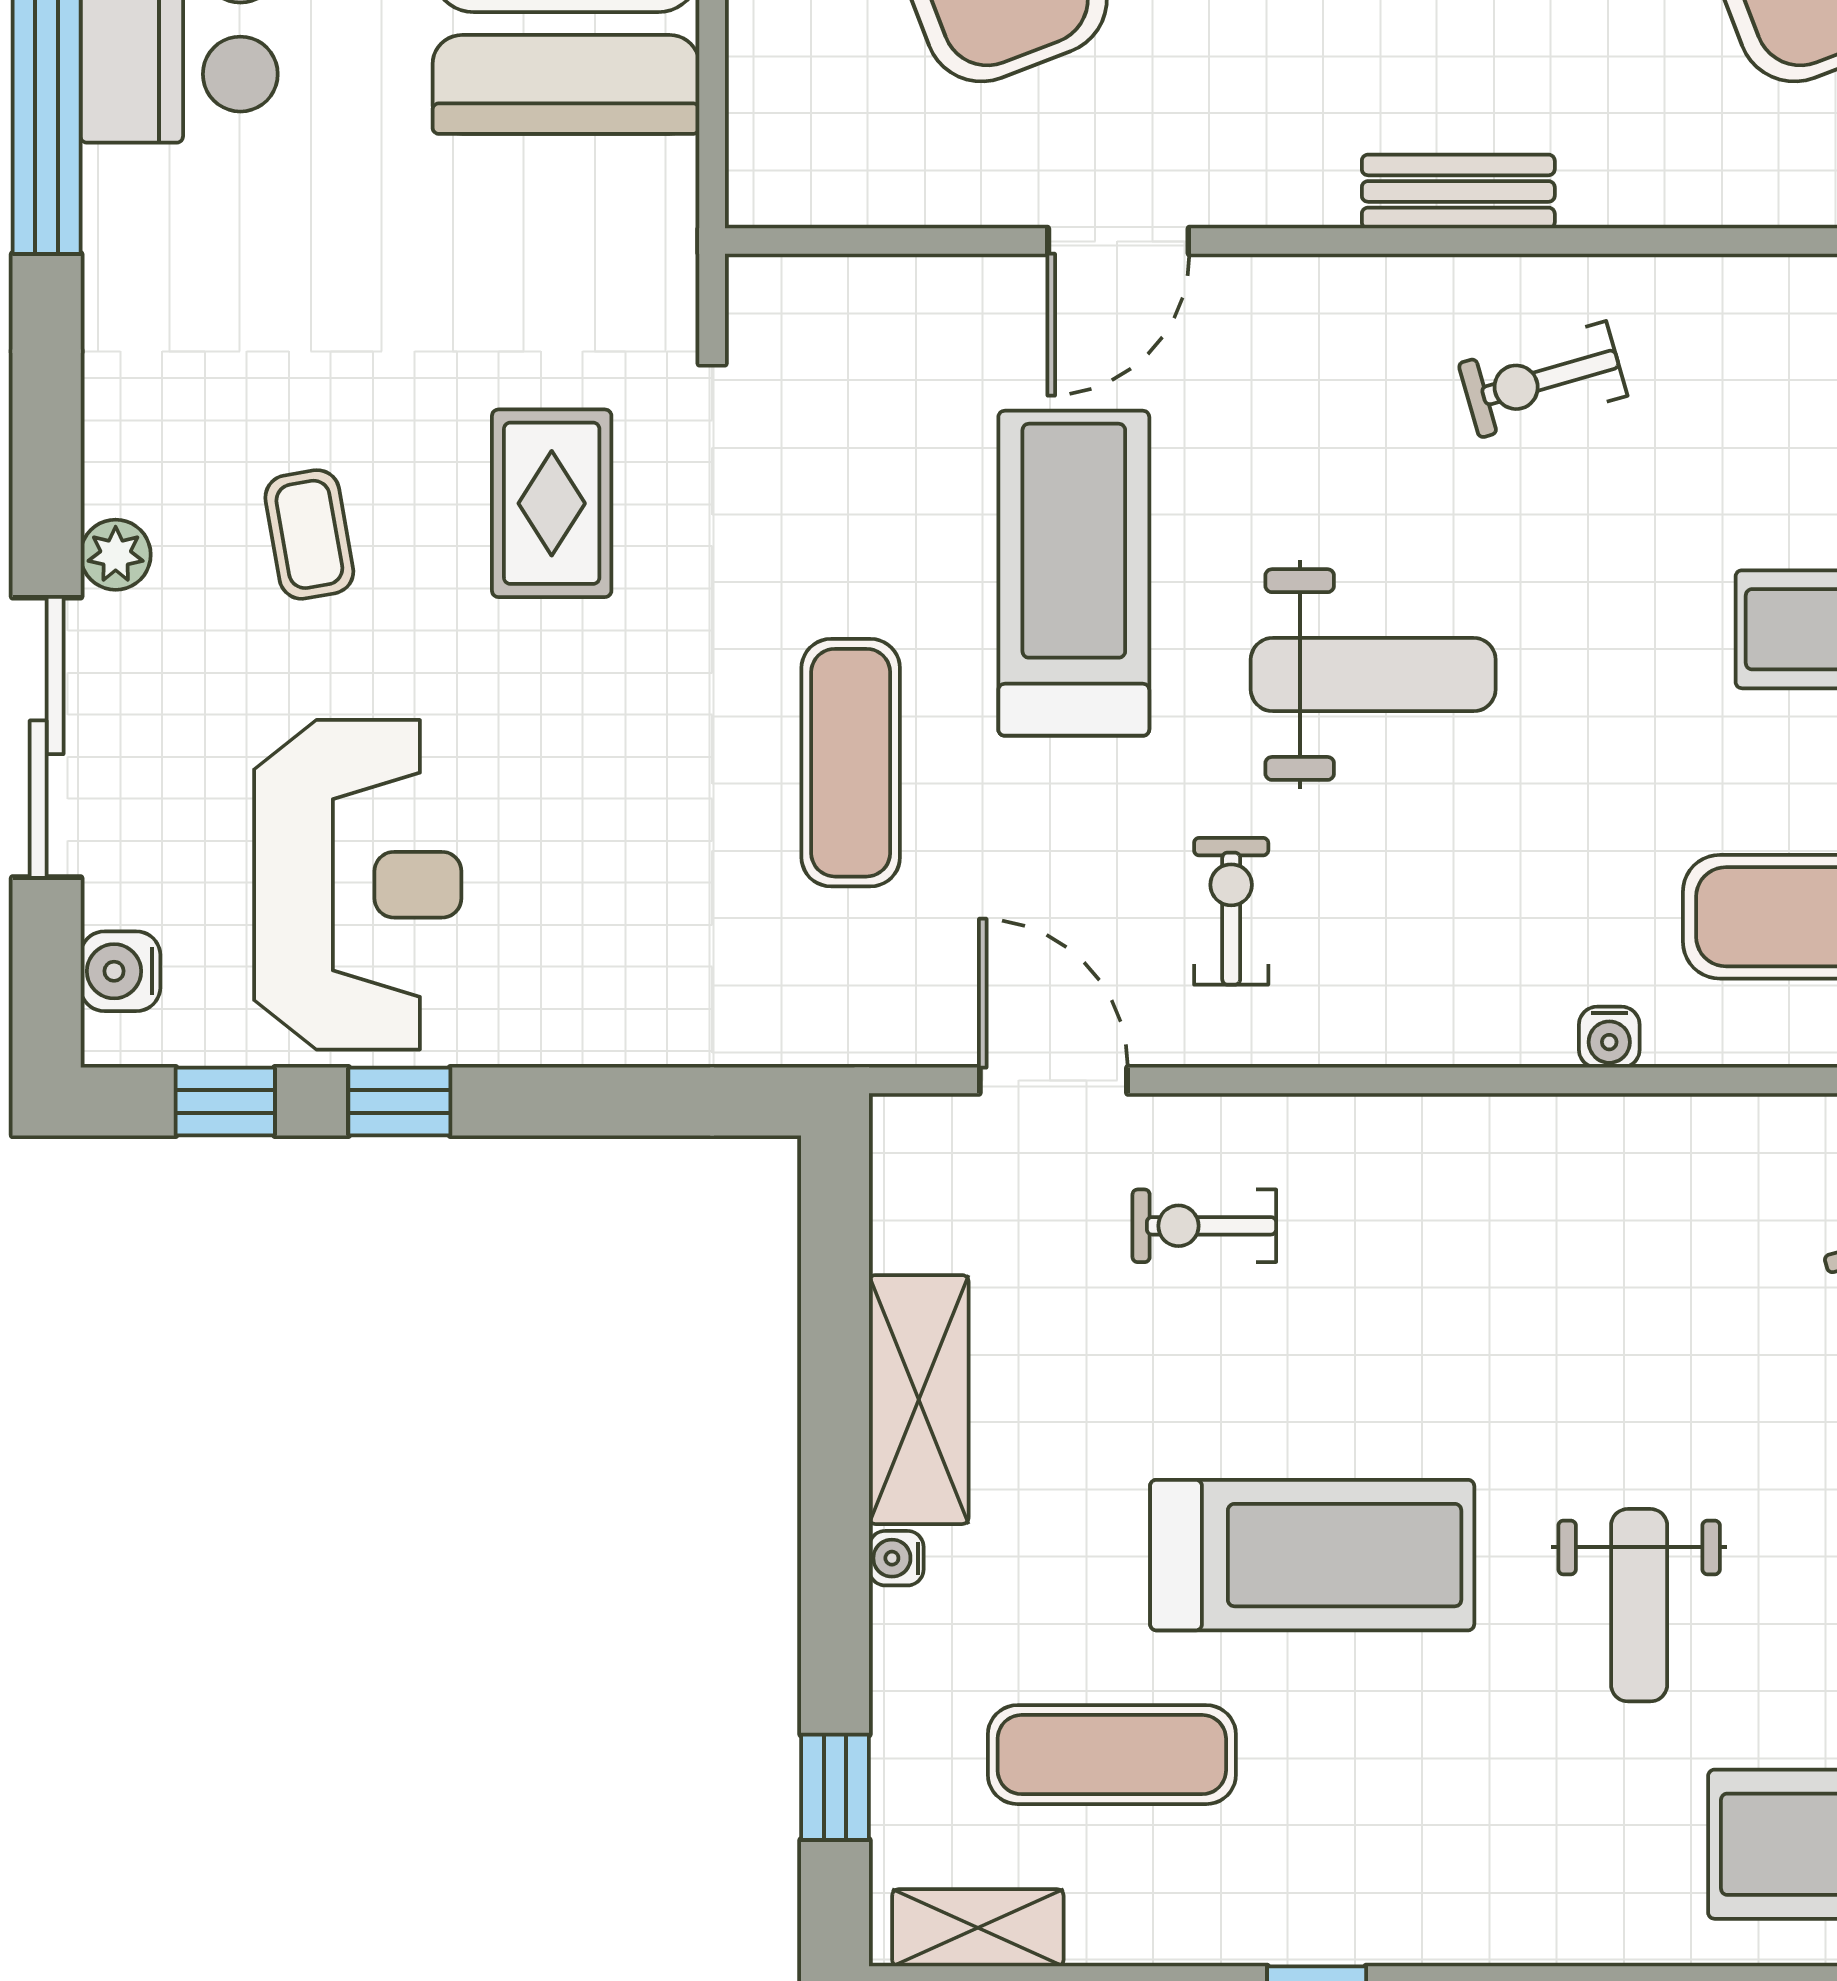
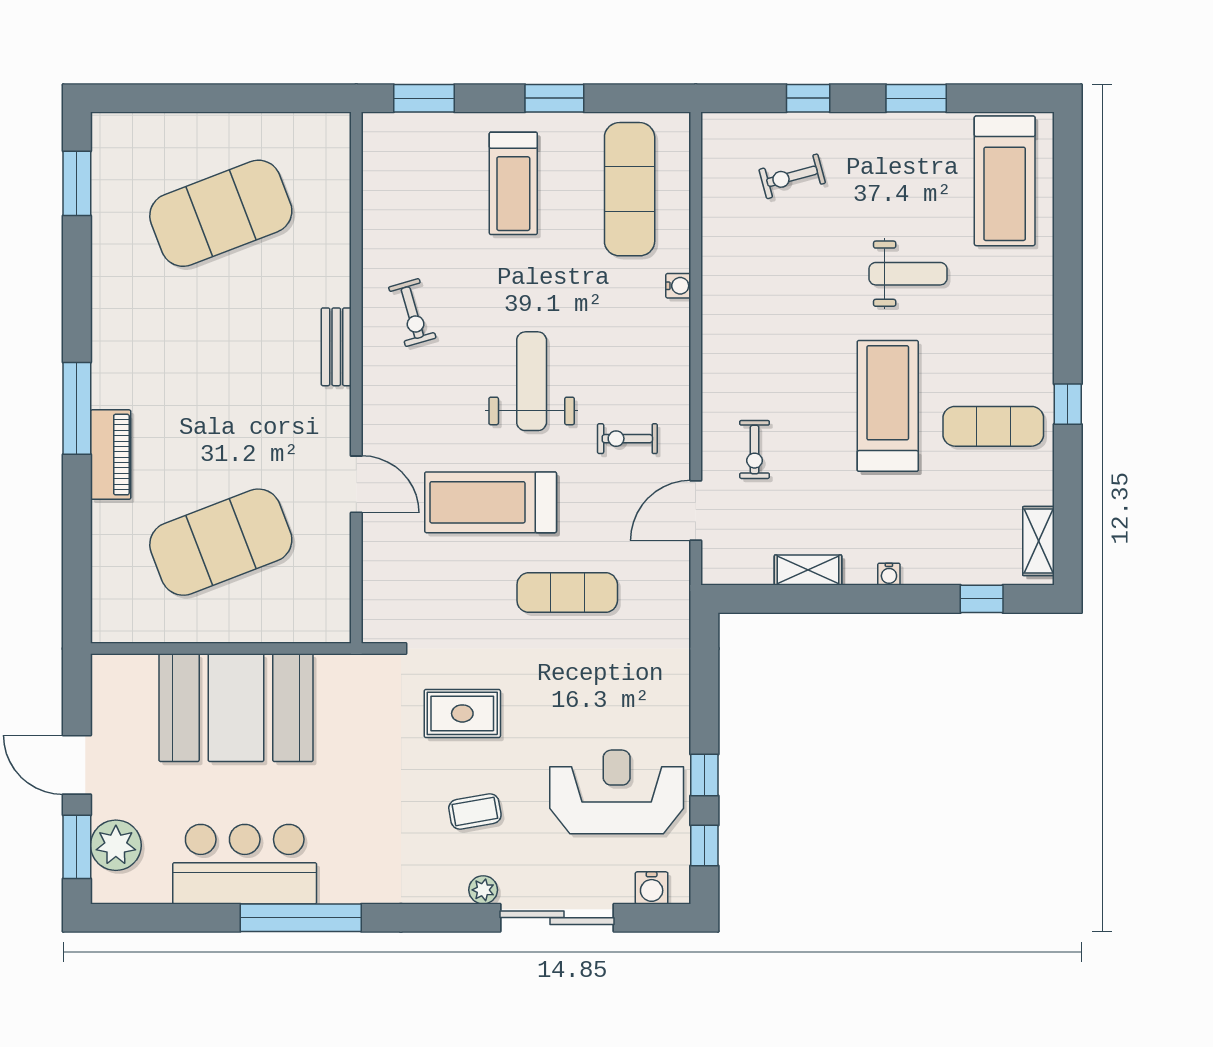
shelving: (919, 1400) -> (808, 570), width x0.67, depth x0.75
exercise mat: (1112, 1755) -> (993, 426), moved, turned 90

